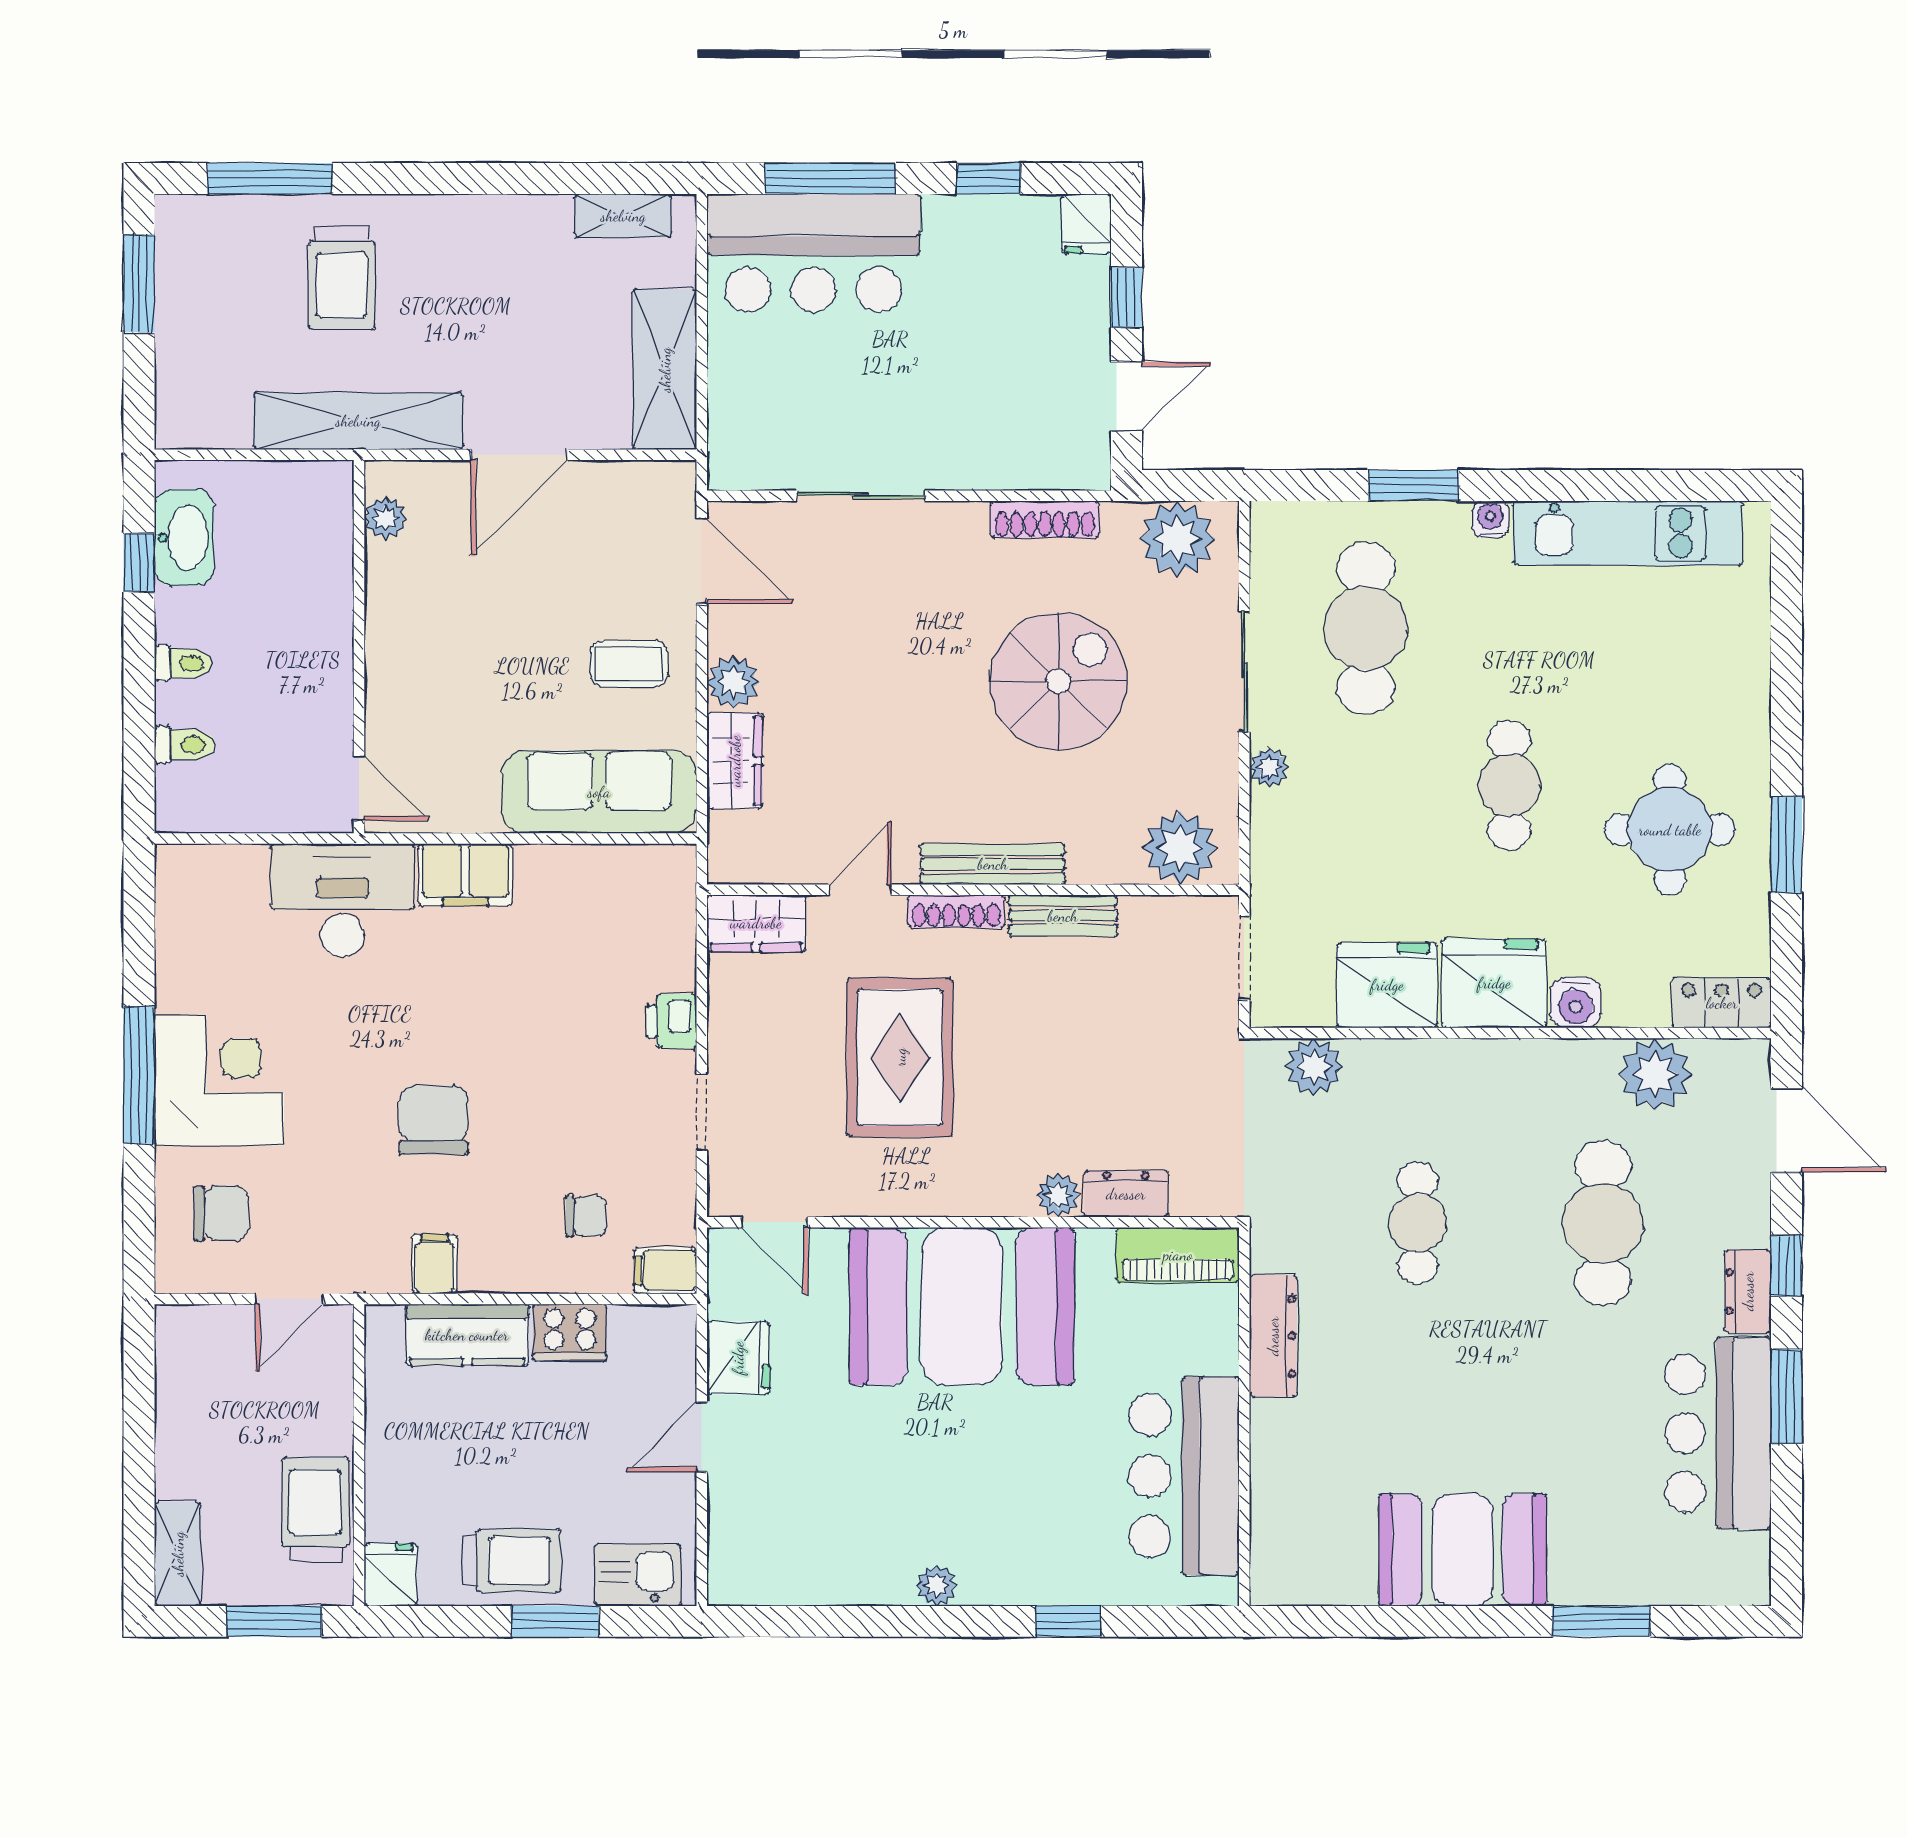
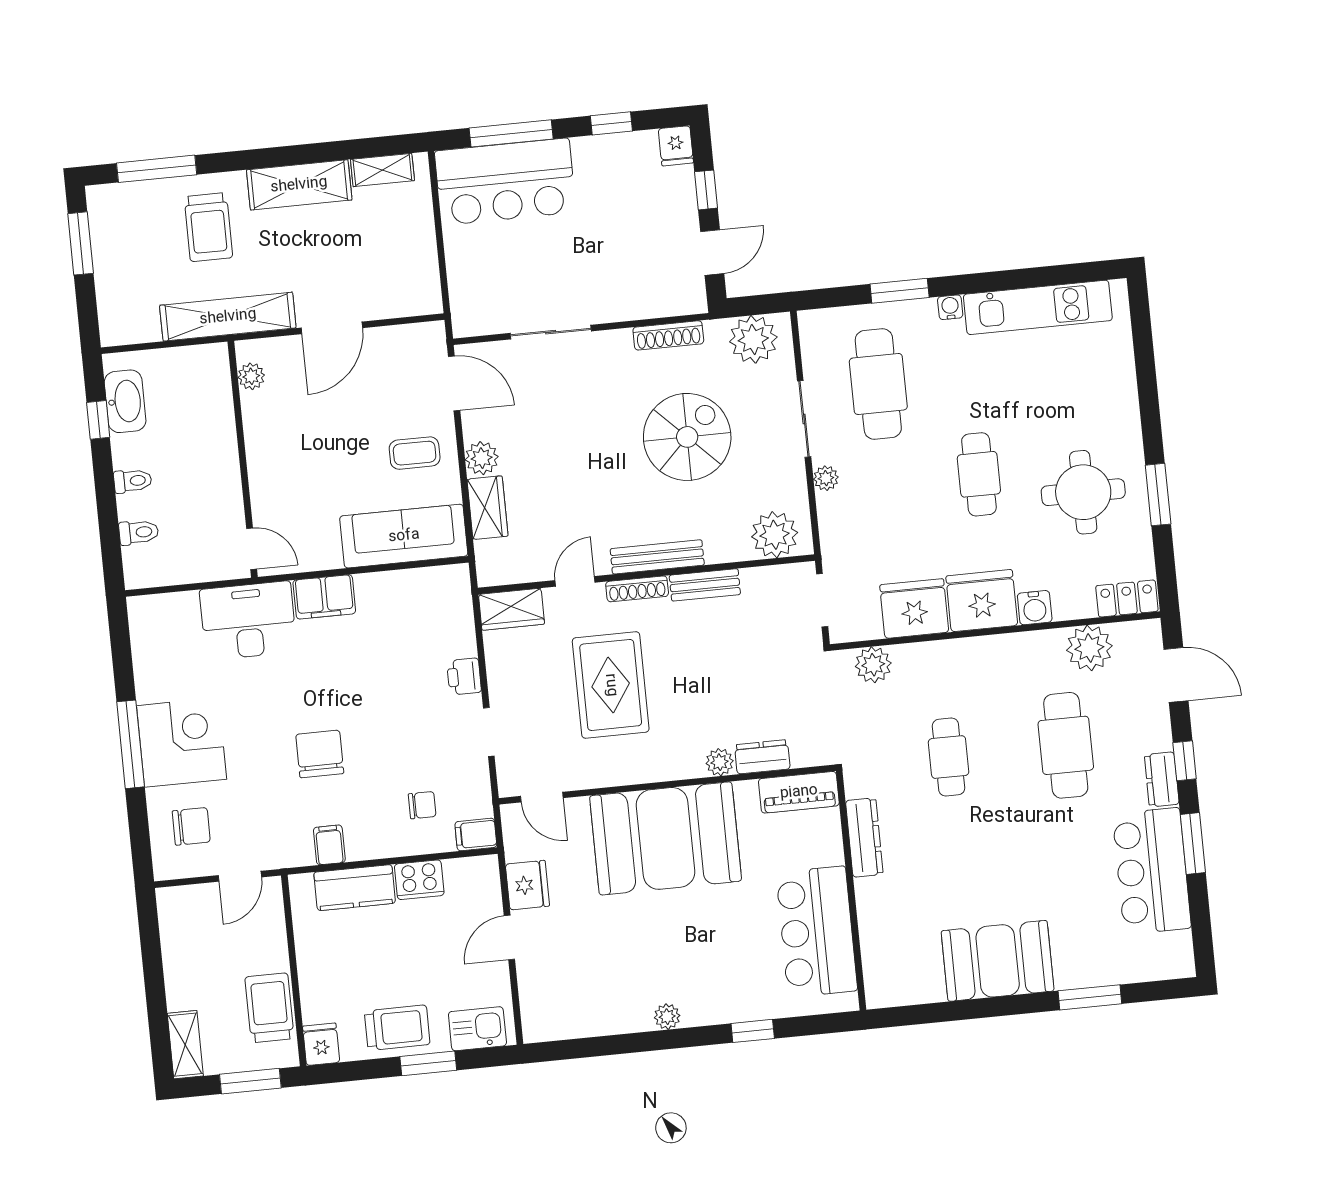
shelving: (665, 370) -> (299, 185), moved, turned 90

